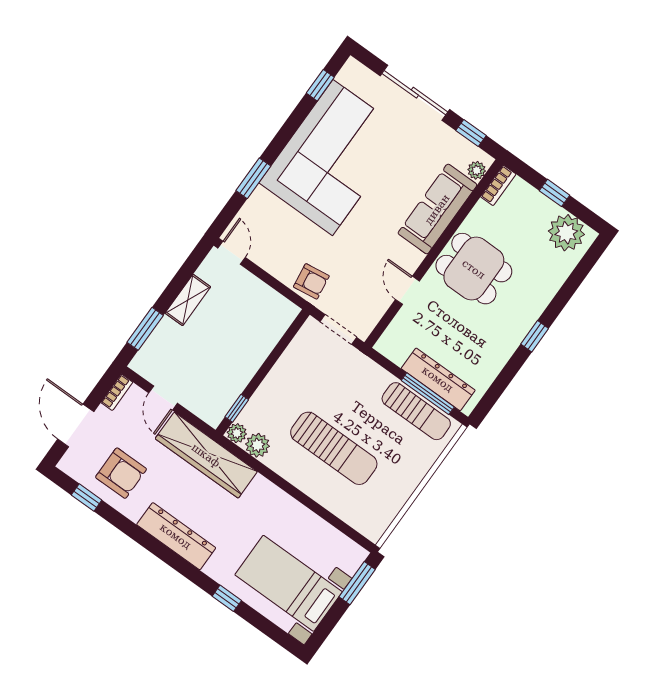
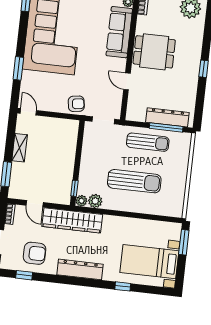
sun lounger: (416, 411) -> (148, 142), moved

